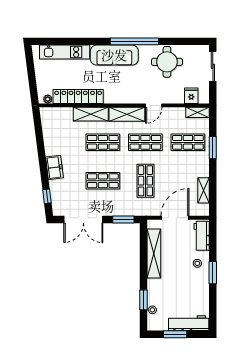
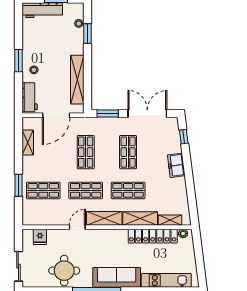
shelving: (198, 112) -> (170, 220), moved
shop shelf: (103, 181) -> (128, 152), turned 90

